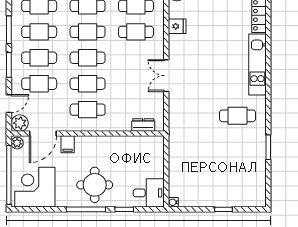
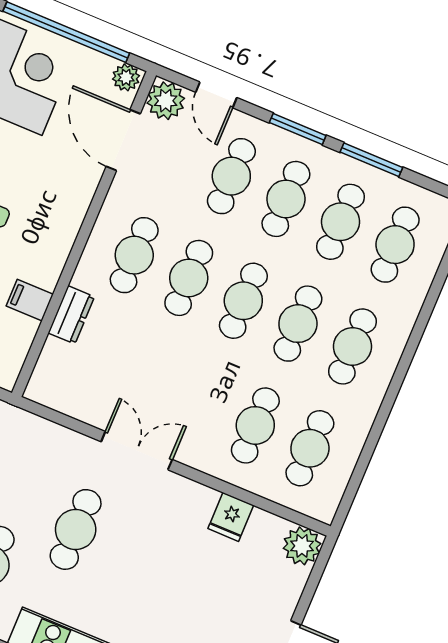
cafe table: (208, 87) -> (76, 529), added
dresser: (143, 125) -> (71, 315), moved
filing cabinet: (68, 144) -> (30, 300), moved

